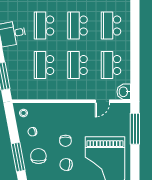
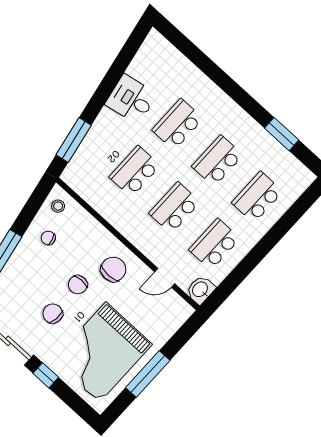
window: (135, 129) -> (148, 374), moved
chair: (38, 156) -> (113, 269), moved

